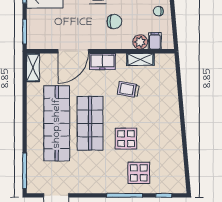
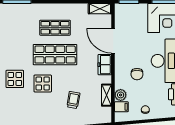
trolley: (128, 89) -> (73, 100), moved
shop shelf: (57, 123) -> (55, 28), width x0.50, depth x0.74
display table: (139, 173) -> (15, 79), moved

